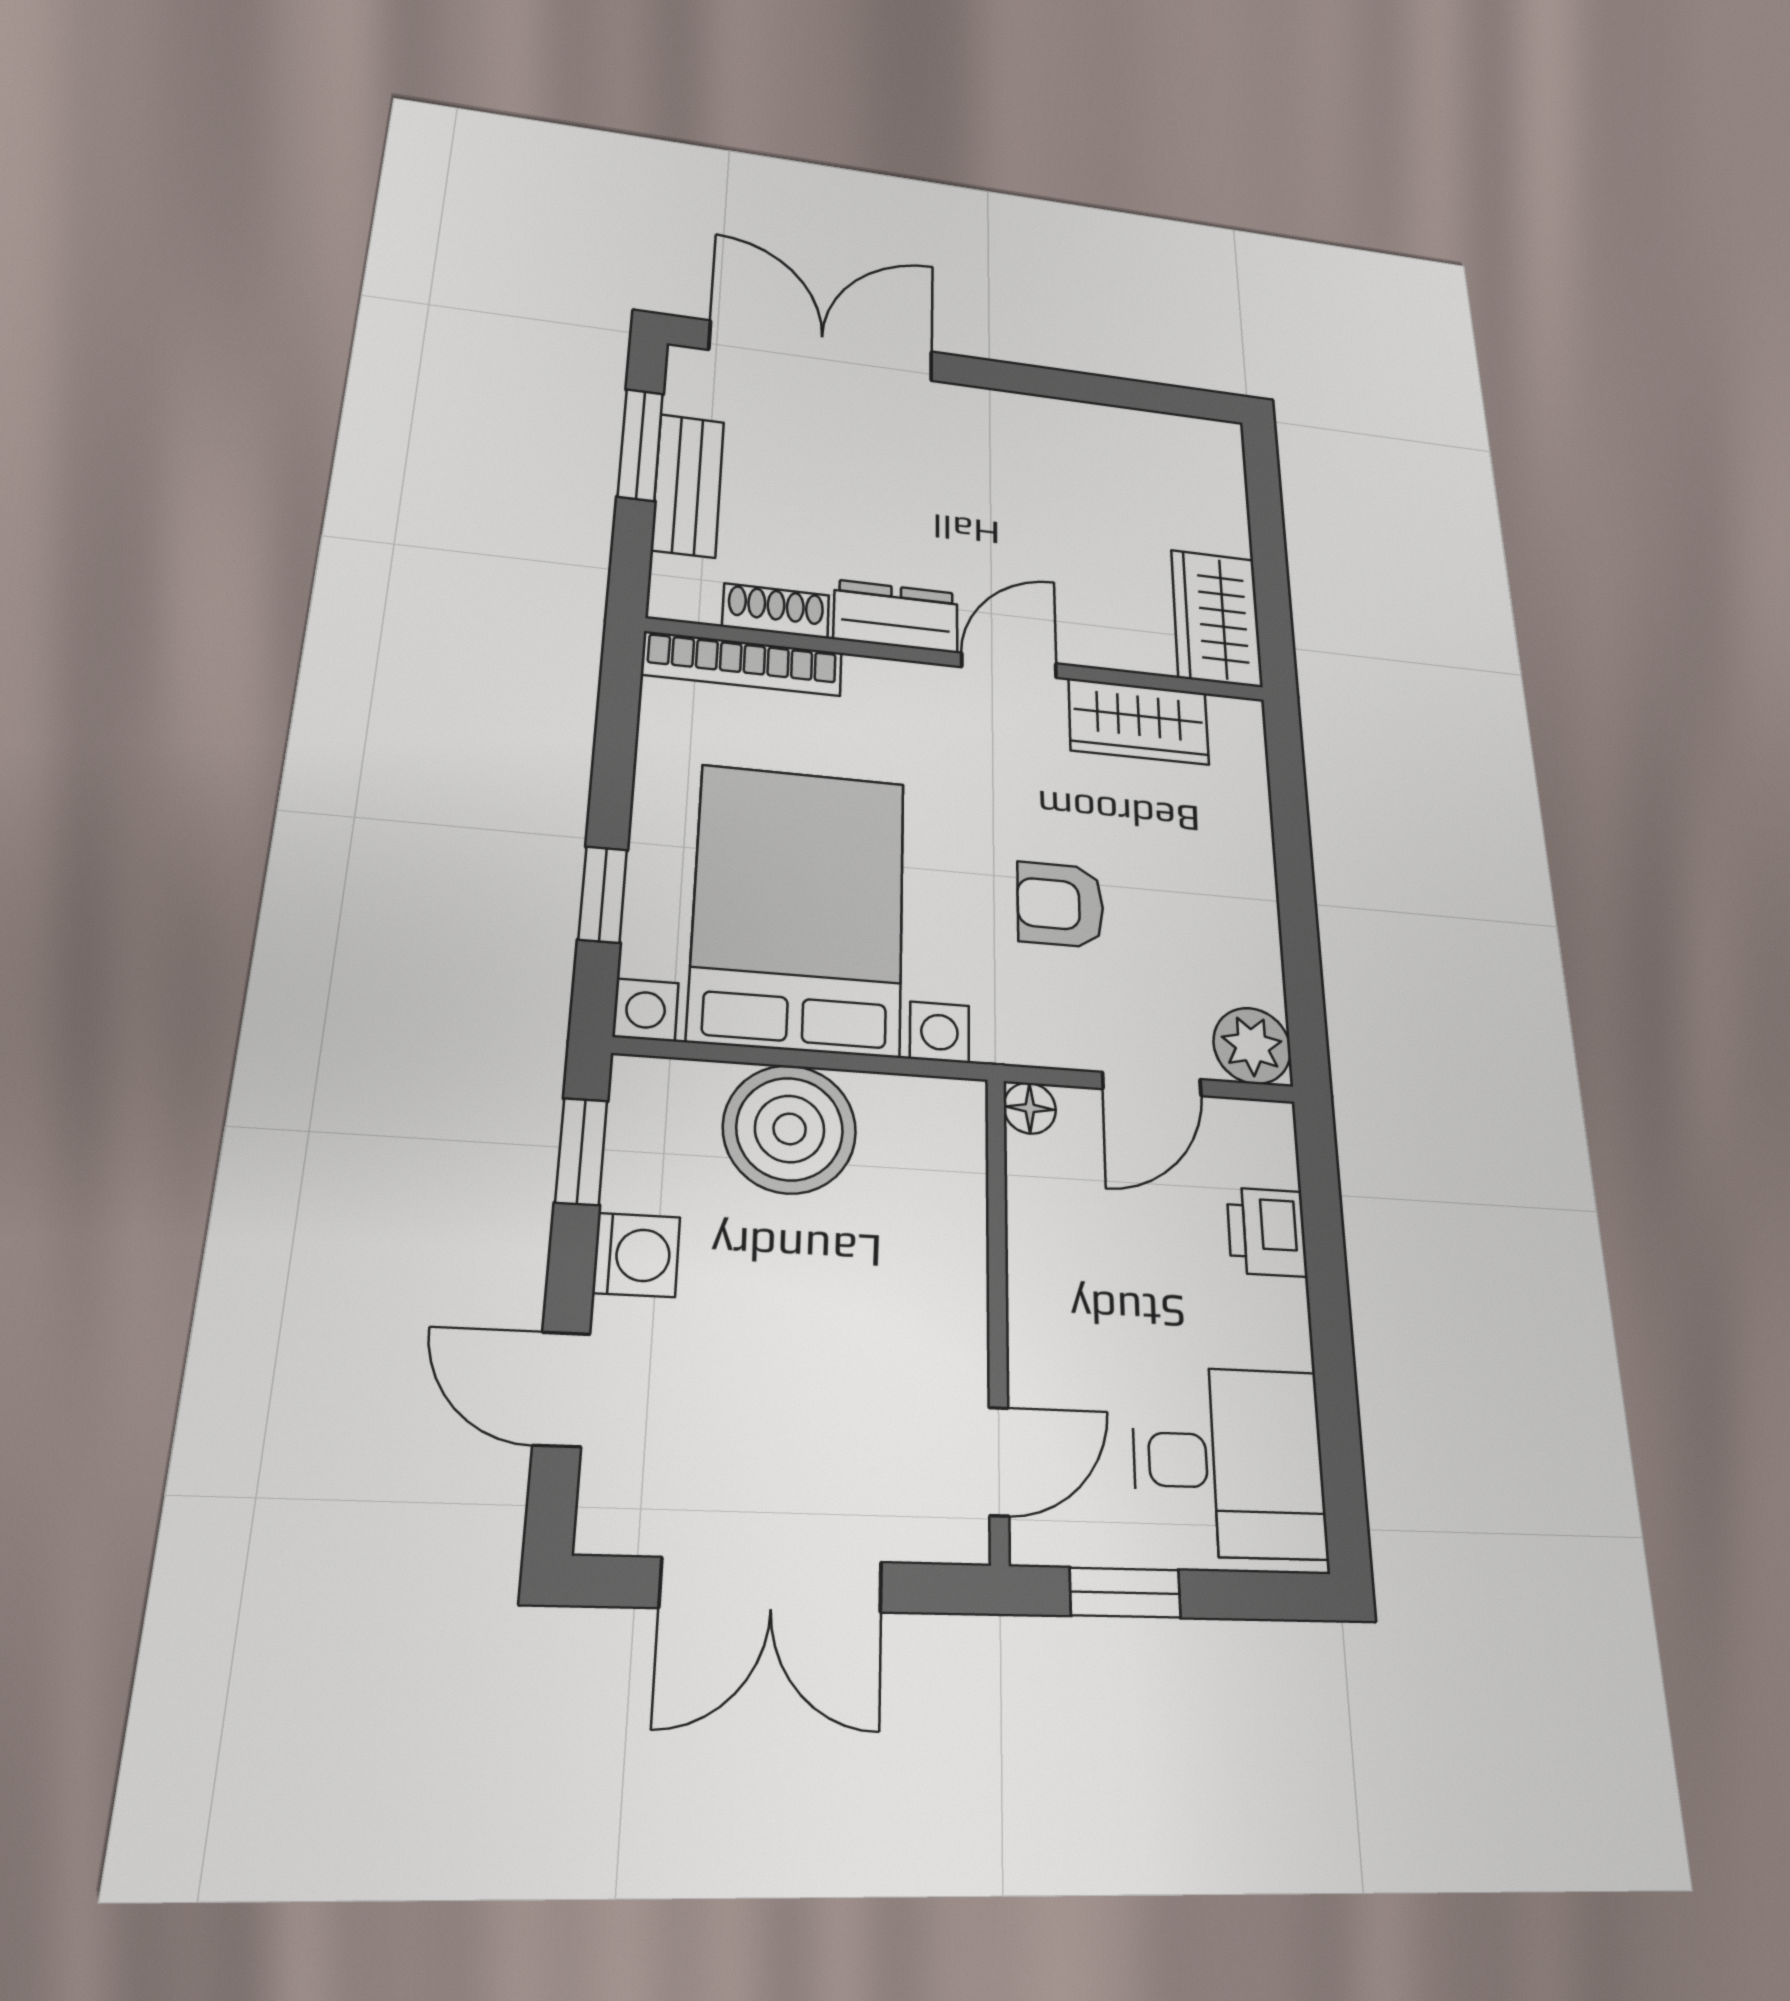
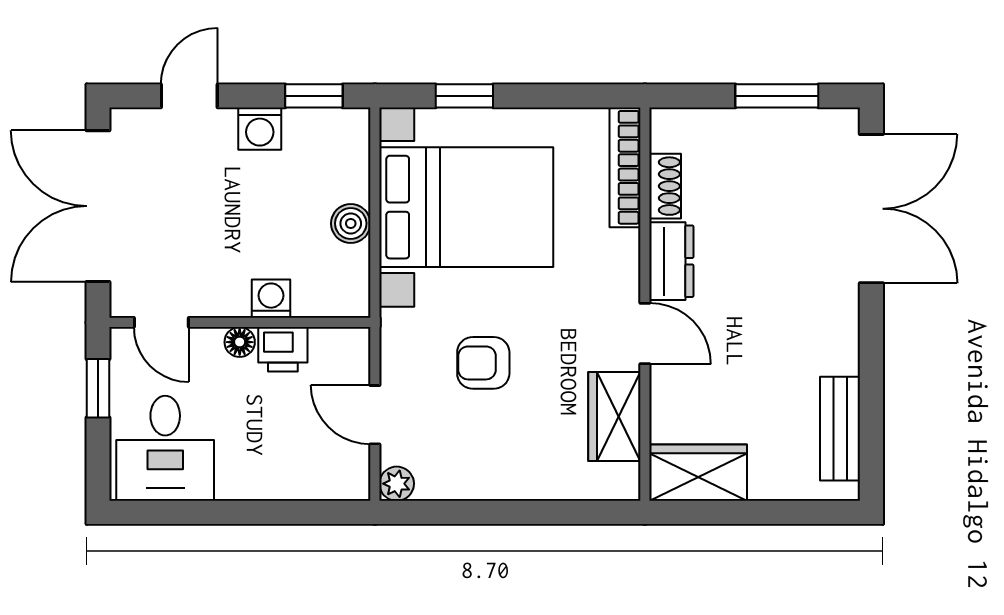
bench: (688, 485) -> (840, 429), moved, turned 90
armchair: (1060, 905) -> (483, 363), turned -90
plant: (1252, 1046) -> (397, 484), width x0.73, depth x0.73
floor lamp: (1030, 1108) -> (240, 342), moved
boiler: (790, 1129) -> (351, 223), width x0.54, depth x0.54
printer: (1267, 1232) -> (283, 349), moved, turned 180
washing machine: (954, 1251) -> (271, 299), added
double door: (772, 1585) -> (98, 206), width x1.37

